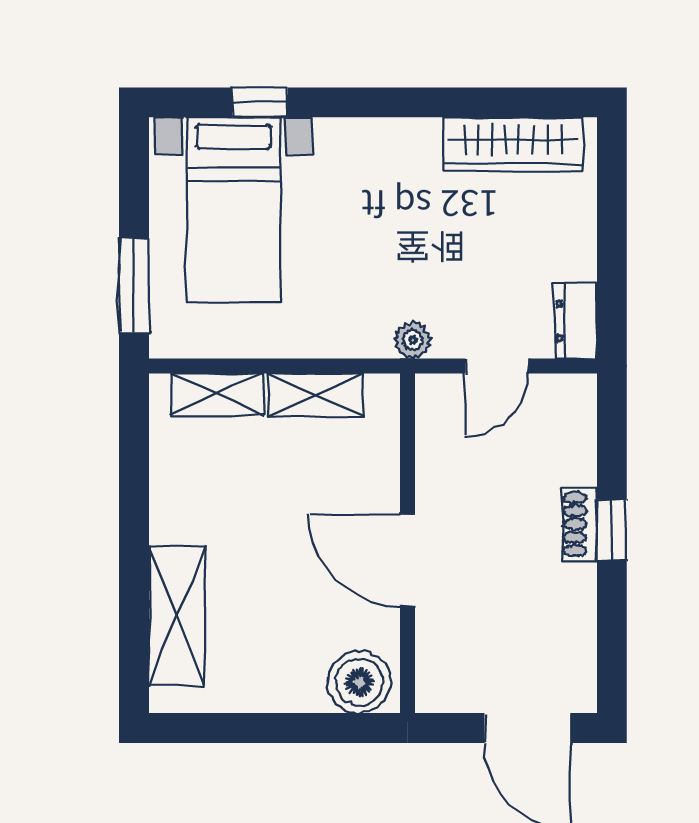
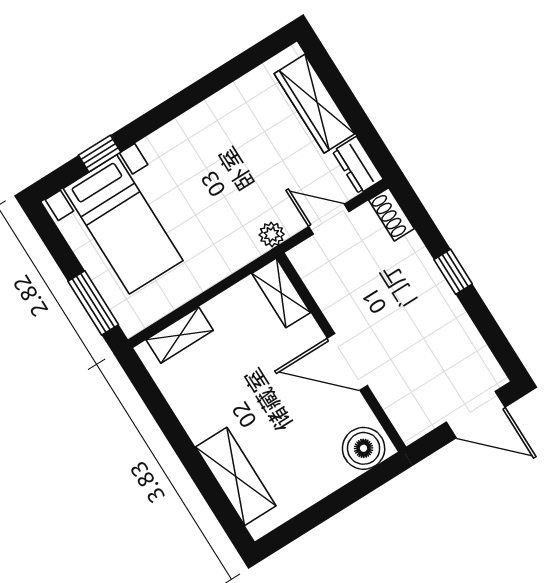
wardrobe: (513, 144) -> (315, 104), moved, turned 90
door: (497, 366) -> (329, 219), swing flipped
shelving: (315, 395) -> (281, 293), moved, turned 90
shoe rack: (580, 524) -> (391, 214), moved

